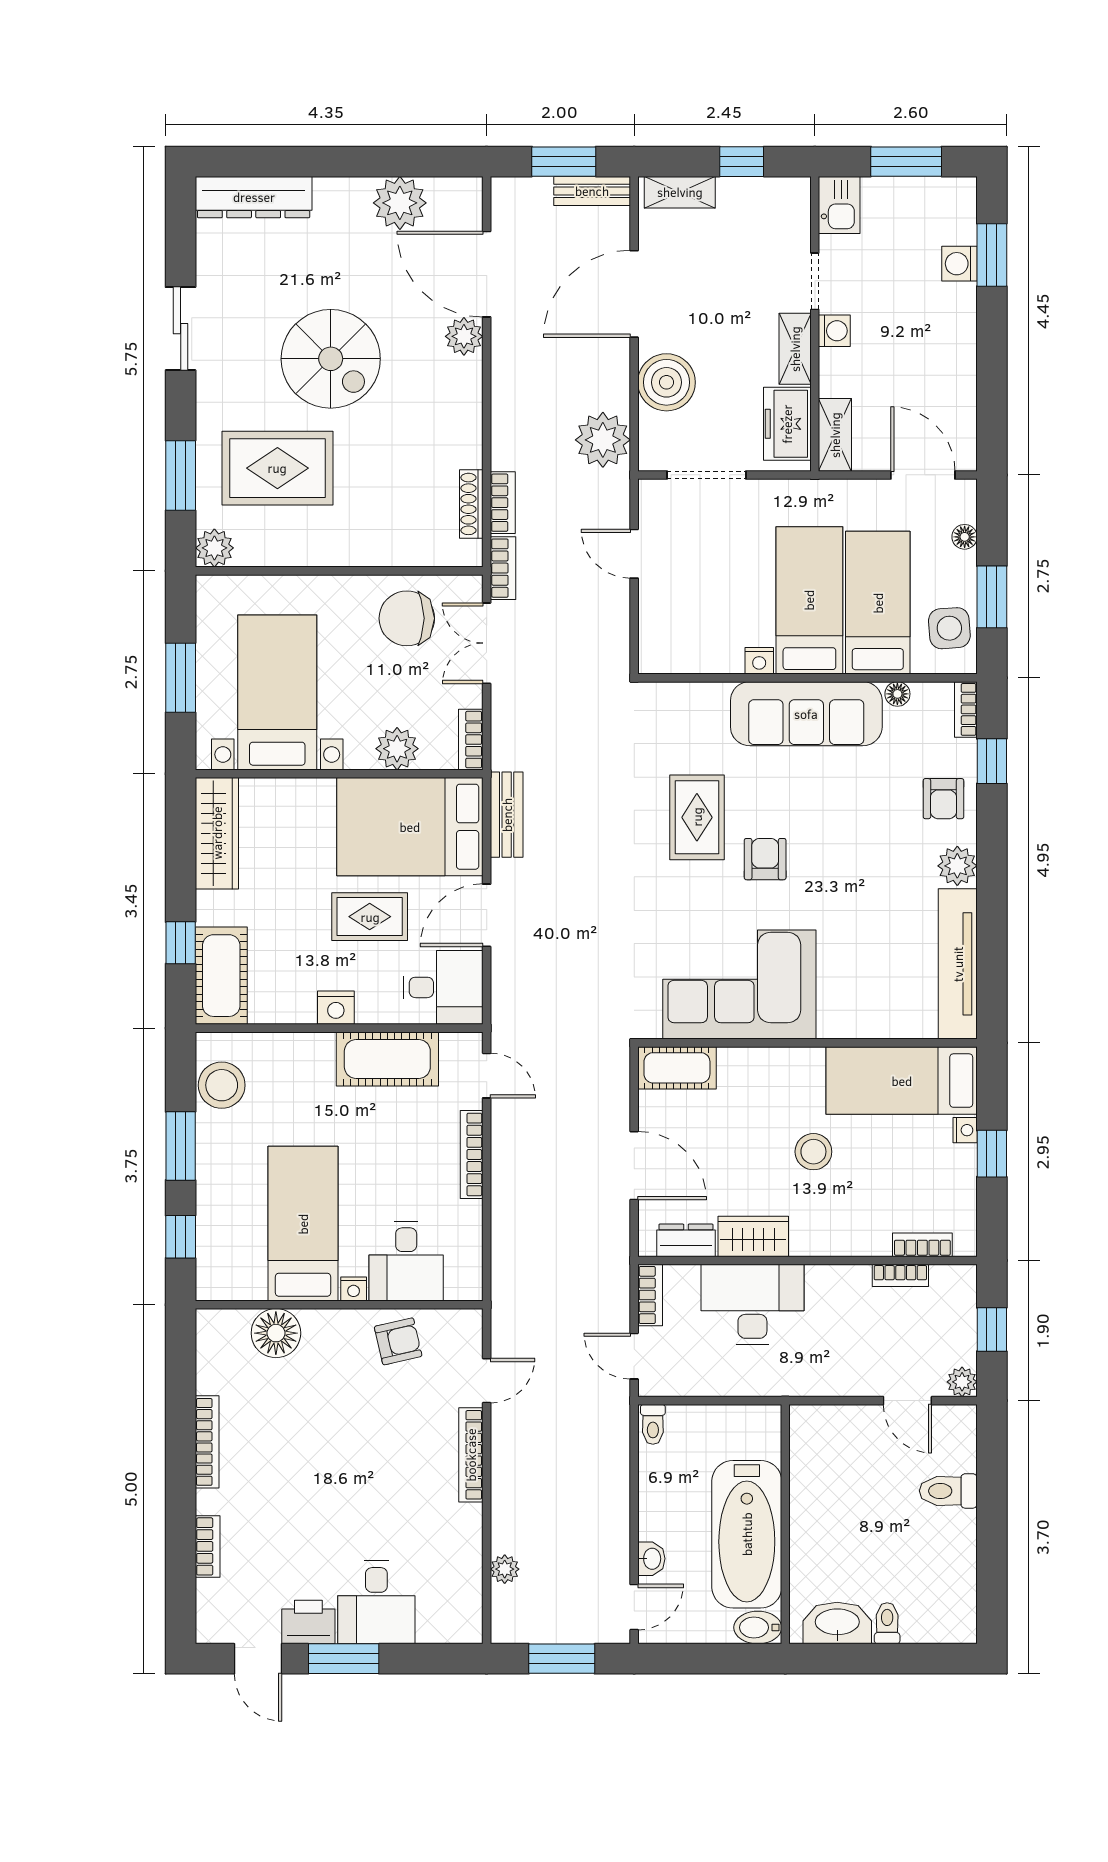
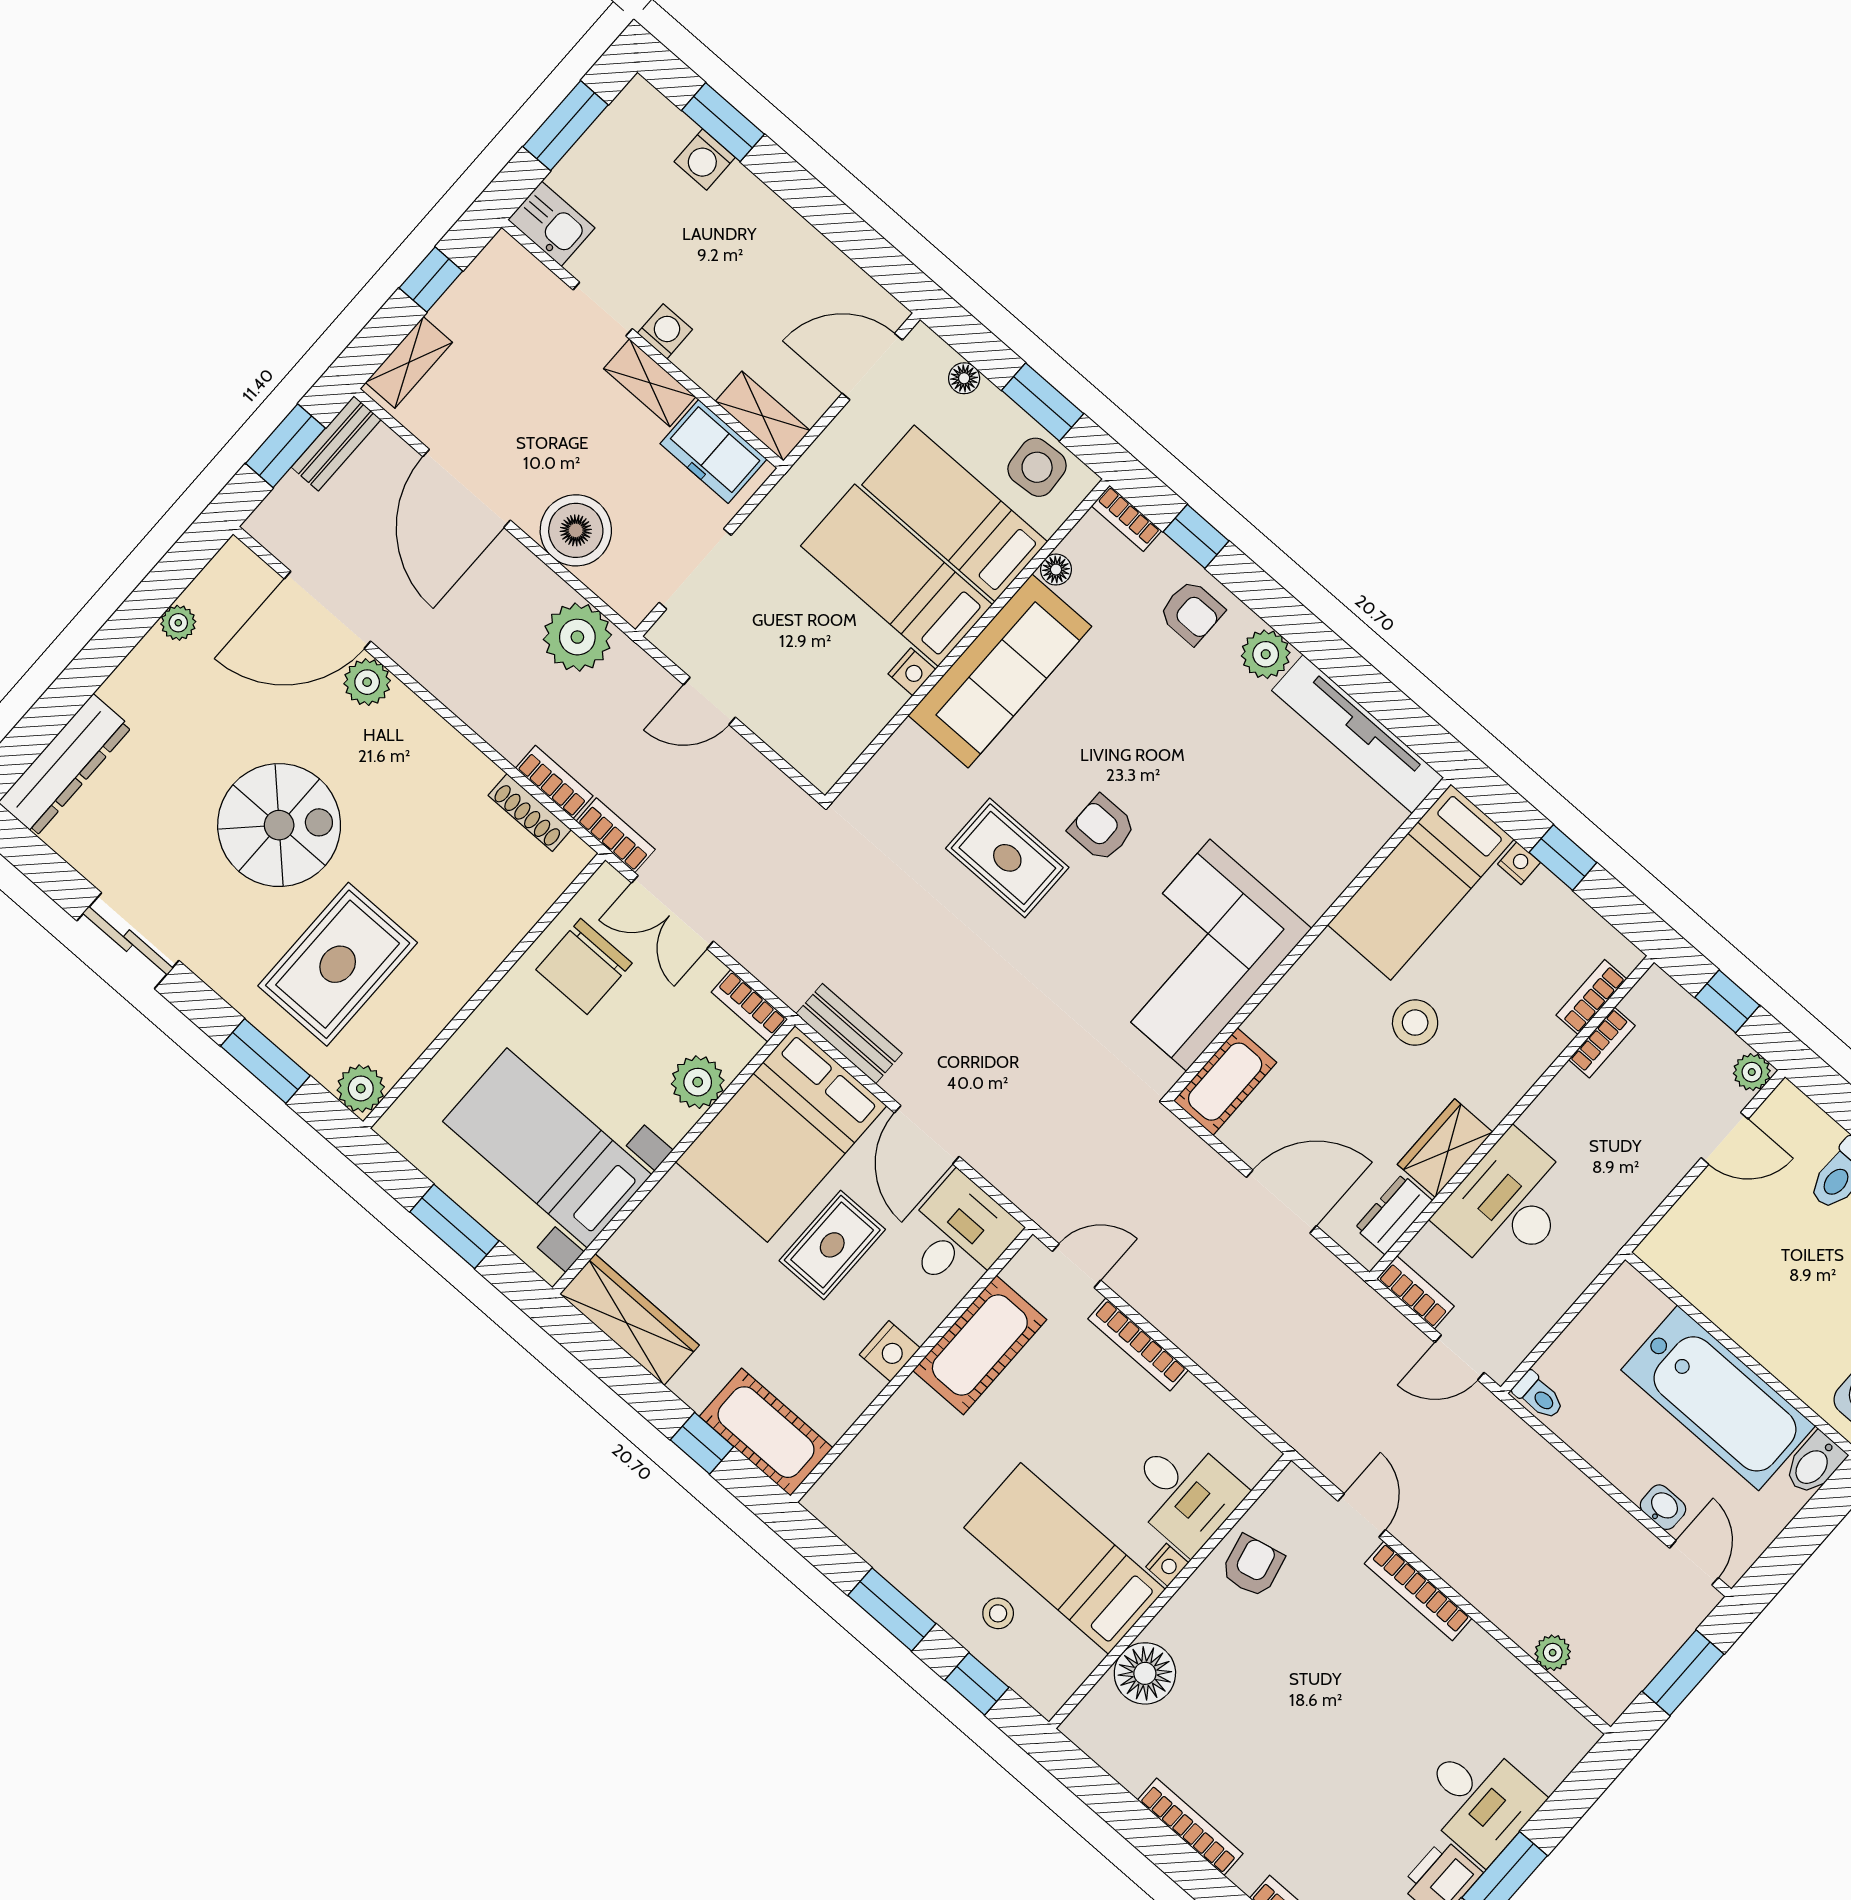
plant: (400, 203) -> (178, 623), width x0.53, depth x0.53
stool: (222, 1085) -> (998, 1613), moved, width x0.53, depth x0.53

